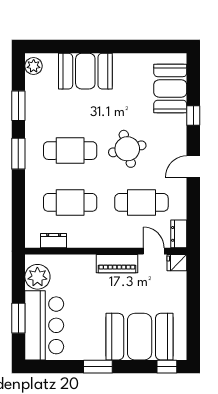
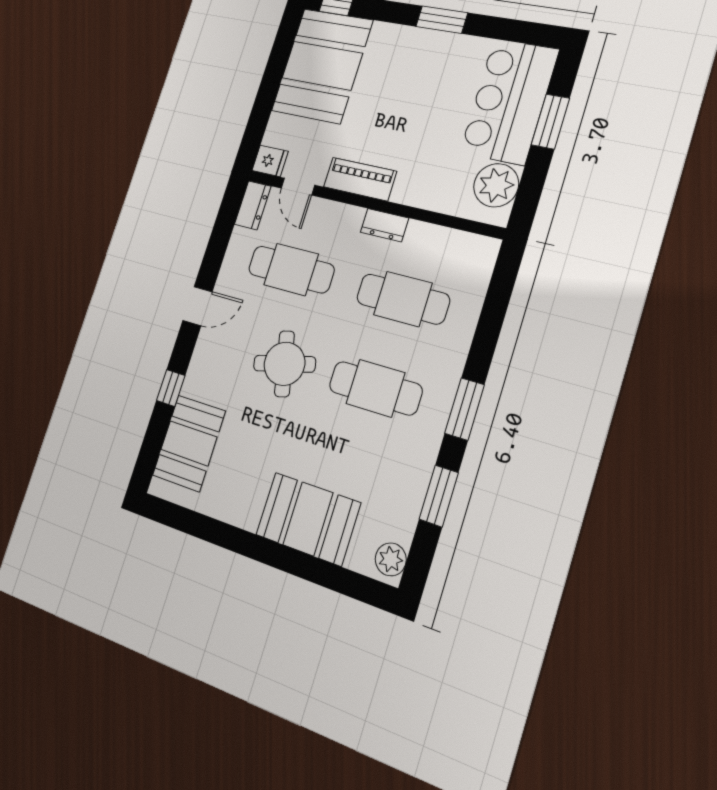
dresser: (54, 241) -> (384, 225), moved
booth: (140, 337) -> (322, 66), moved, turned 90

